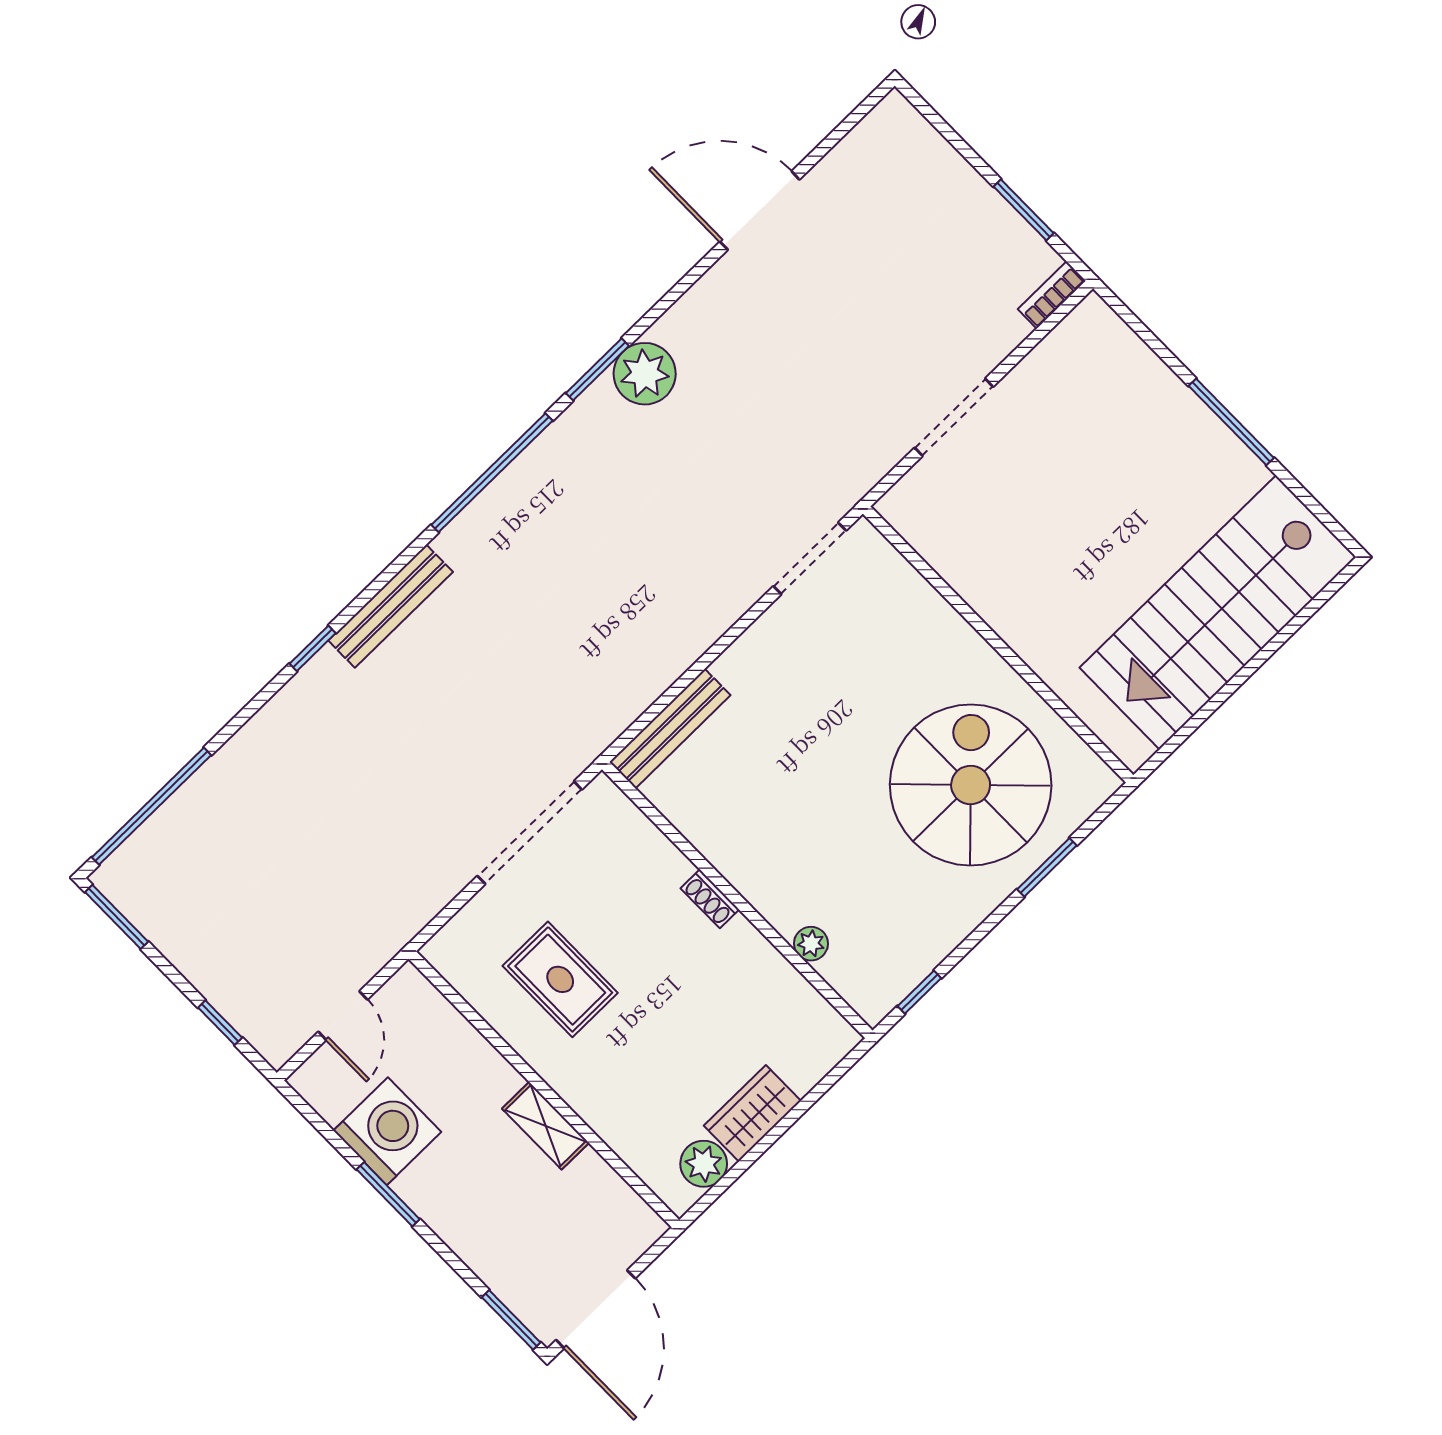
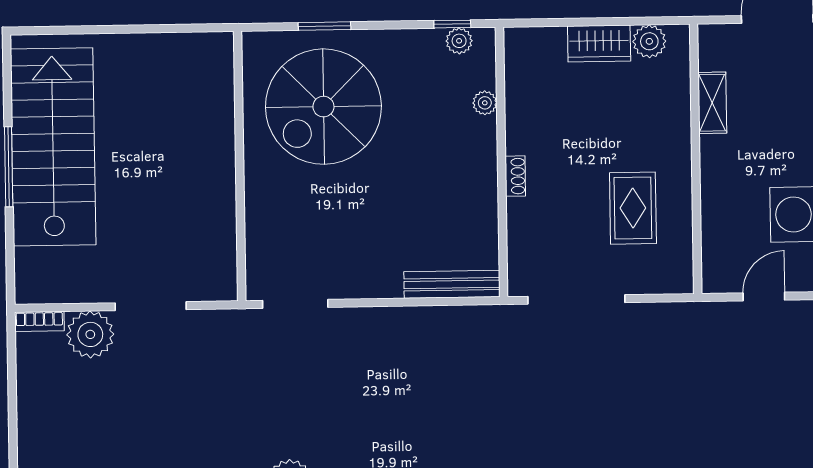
window: (1024, 210) -> (12, 380), removed
plant: (988, 331) -> (90, 334), added
stairs: (1218, 612) -> (53, 147), moved, turned -90
plant: (896, 982) -> (459, 41), added
shelving: (545, 1126) -> (712, 103), moved

